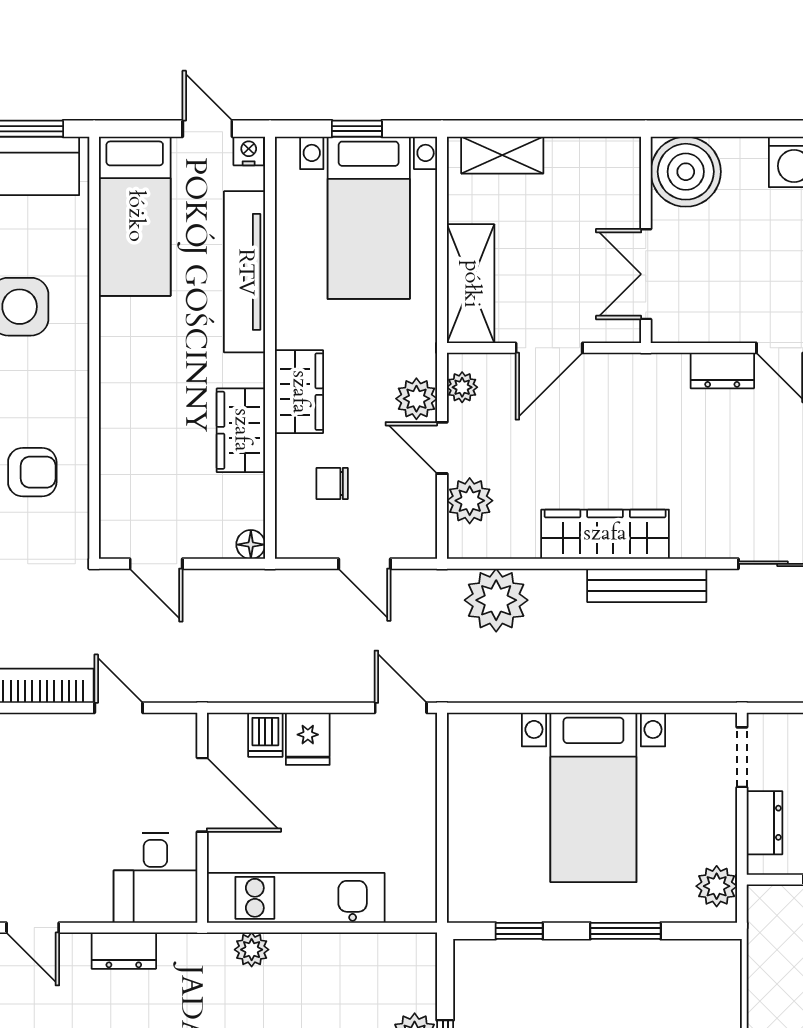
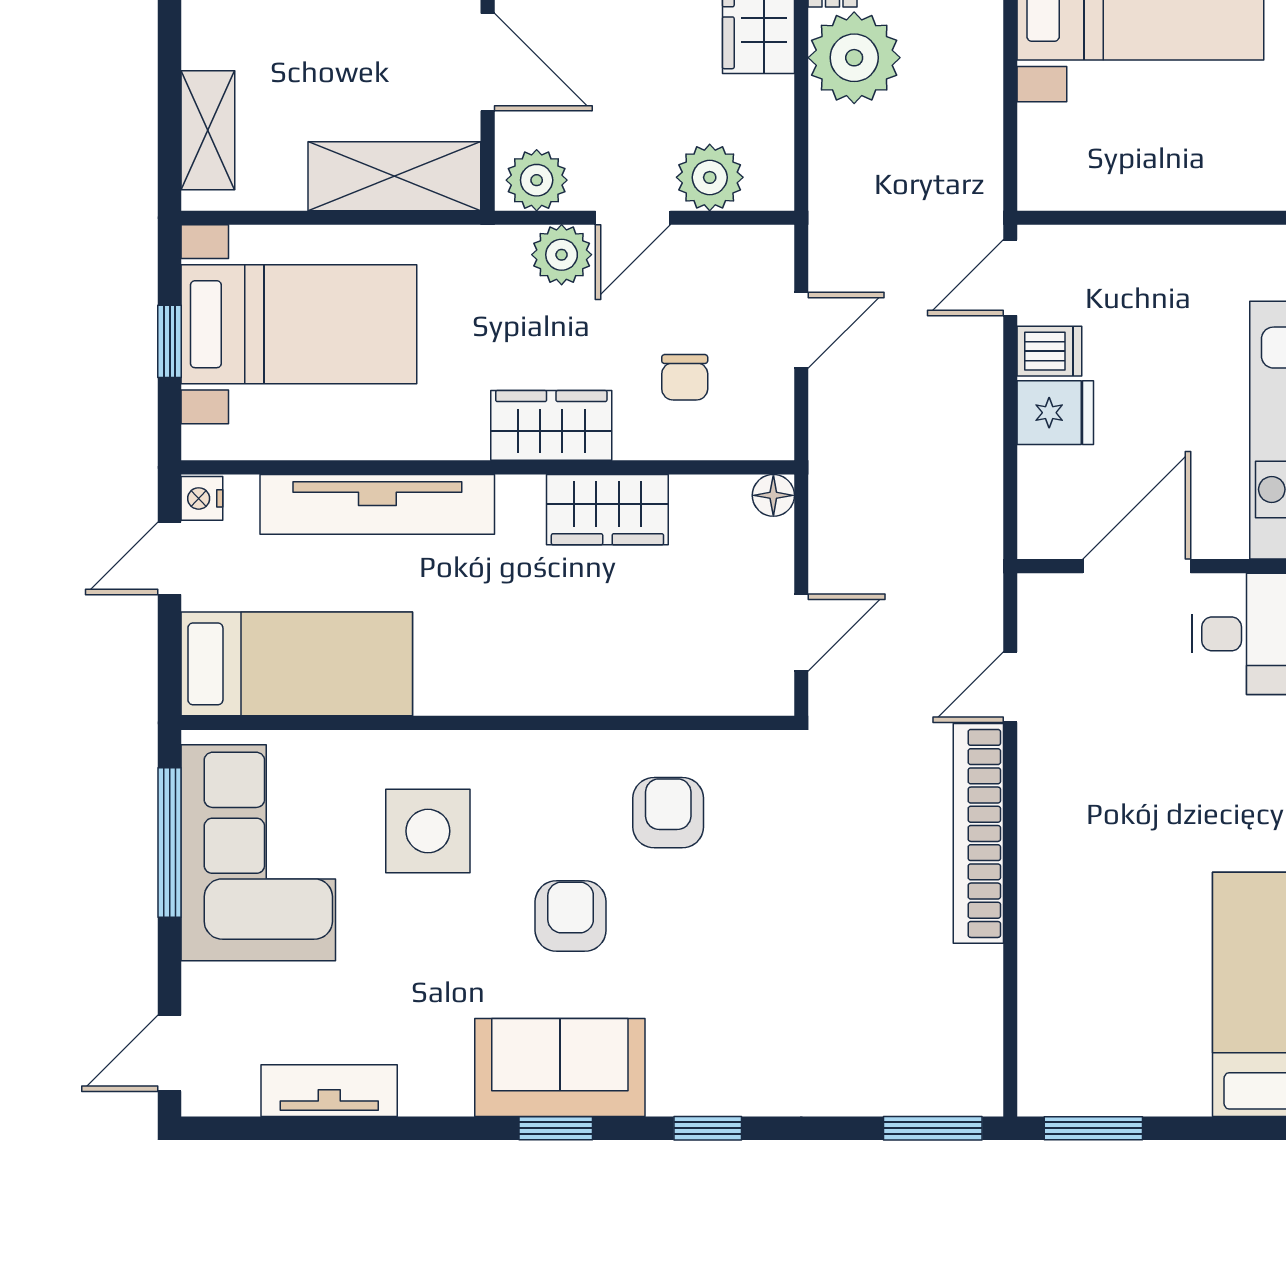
plant: (462, 387) -> (537, 180), width x1.38, depth x1.38
plant: (496, 600) -> (854, 58), moved
dishwasher: (265, 735) -> (1049, 351), moved

